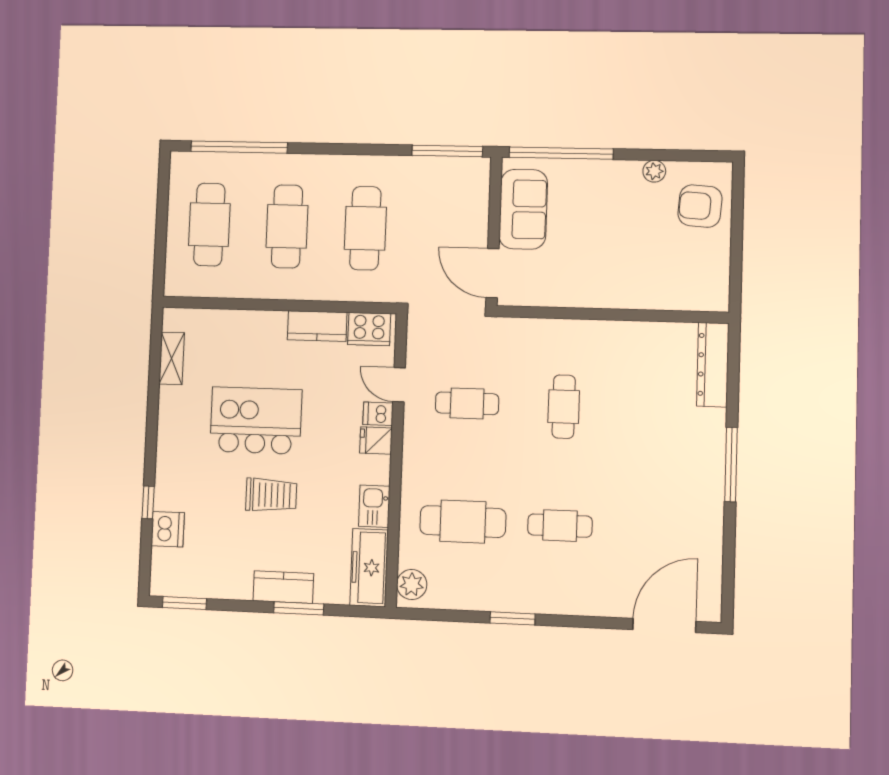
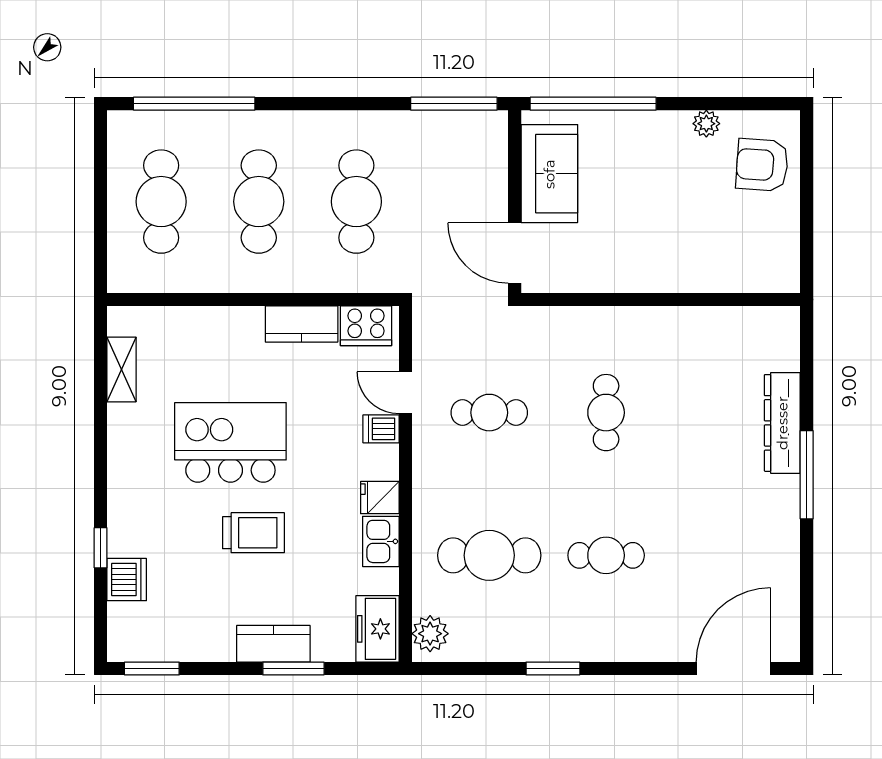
dresser: (713, 365) -> (782, 423), moved
fridge: (376, 441) -> (380, 498), moved
freezer: (369, 568) -> (377, 629), width x0.71

